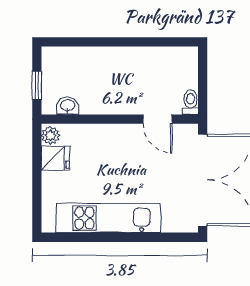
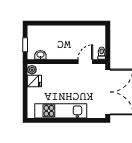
door: (158, 119) -> (85, 62), swing flipped

